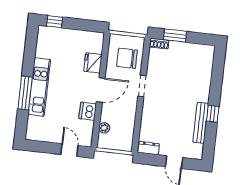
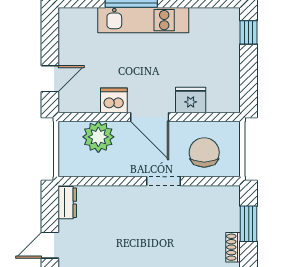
shoe rack: (159, 44) -> (233, 247), moved
plant: (104, 128) -> (98, 137), width x1.87, depth x1.87

